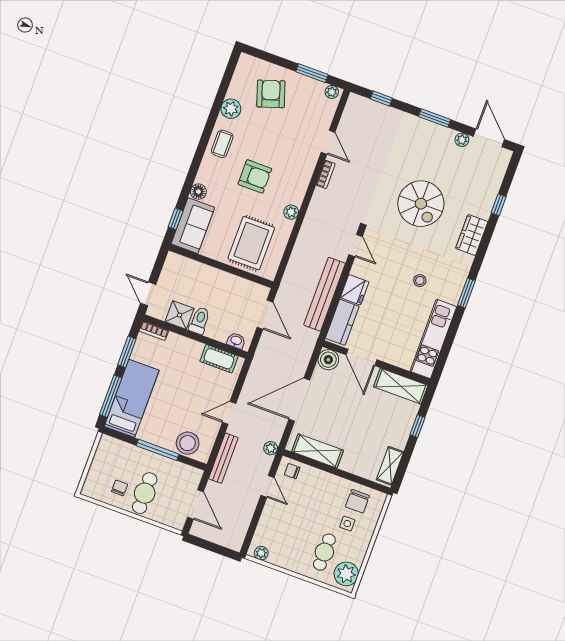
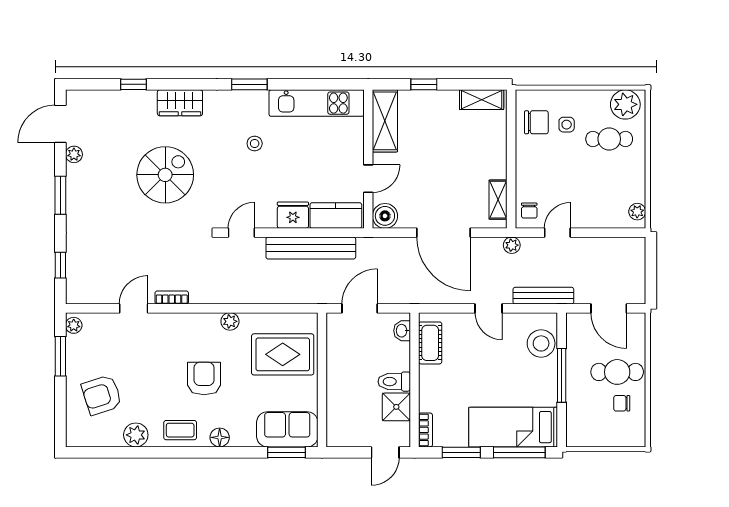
floor lamp: (198, 192) -> (220, 437), moved
window: (176, 219) -> (287, 452), width x1.50
door: (361, 357) -> (368, 179), width x0.73
shelving: (318, 451) -> (498, 200), width x0.67, depth x0.75
door: (195, 504) -> (609, 308), swing flipped

